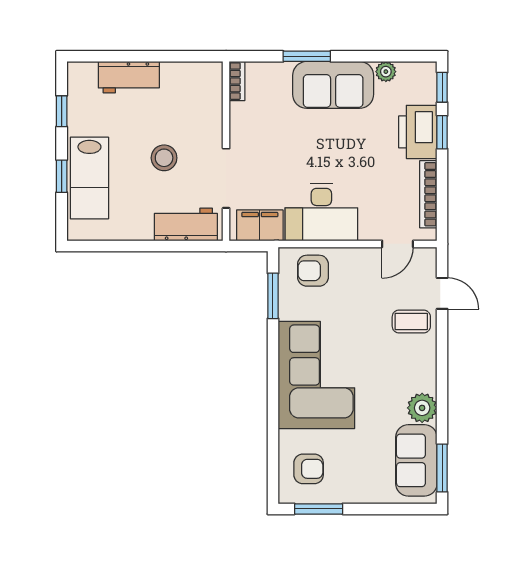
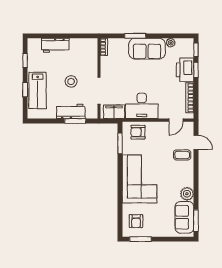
workbench: (186, 225) -> (71, 111), moved
window: (173, 246) -> (75, 121), added
armchair: (309, 469) -> (136, 221), turned 90

